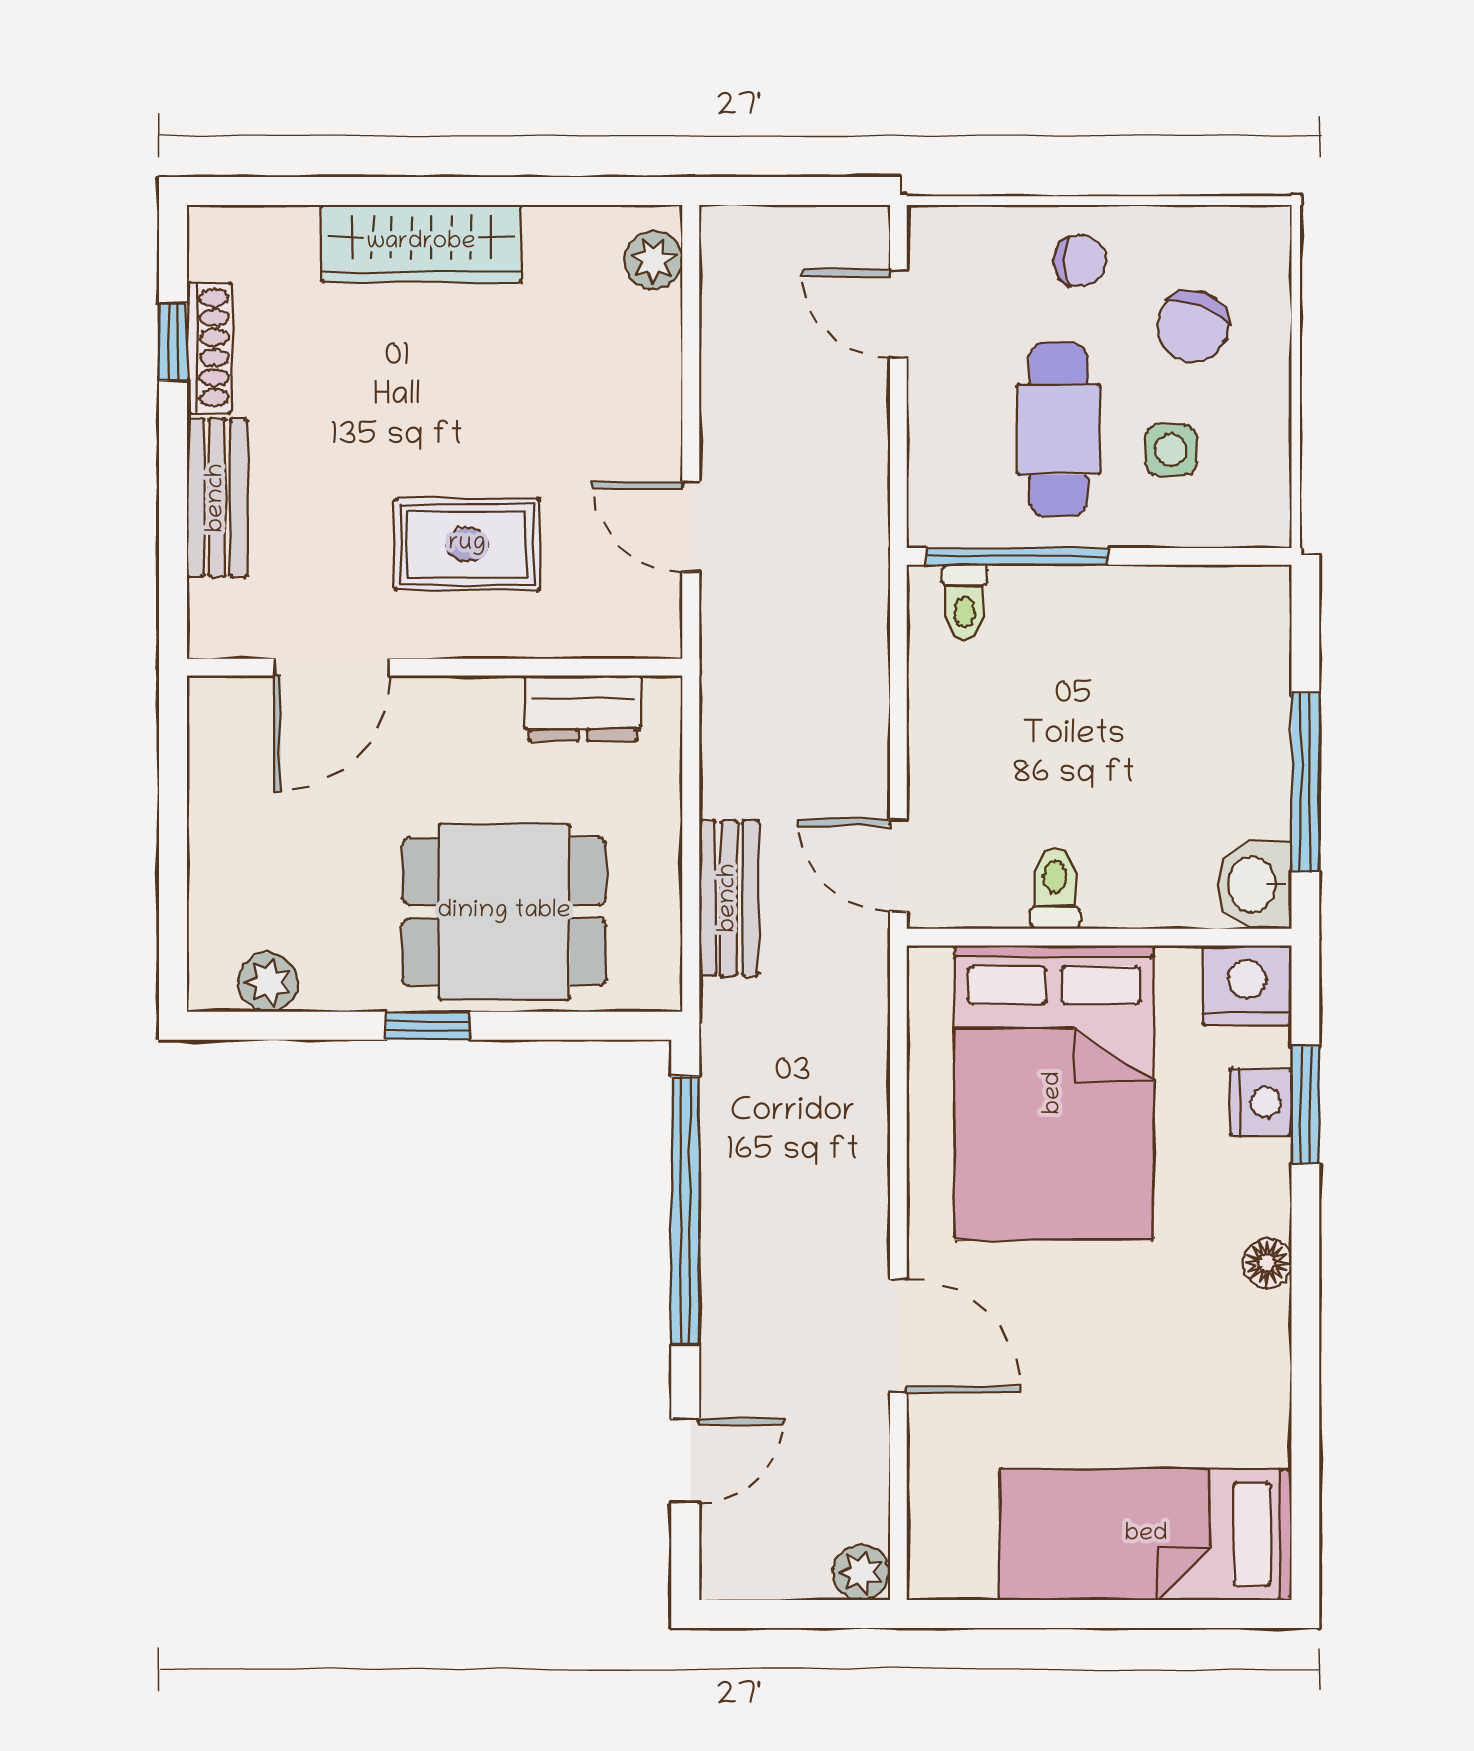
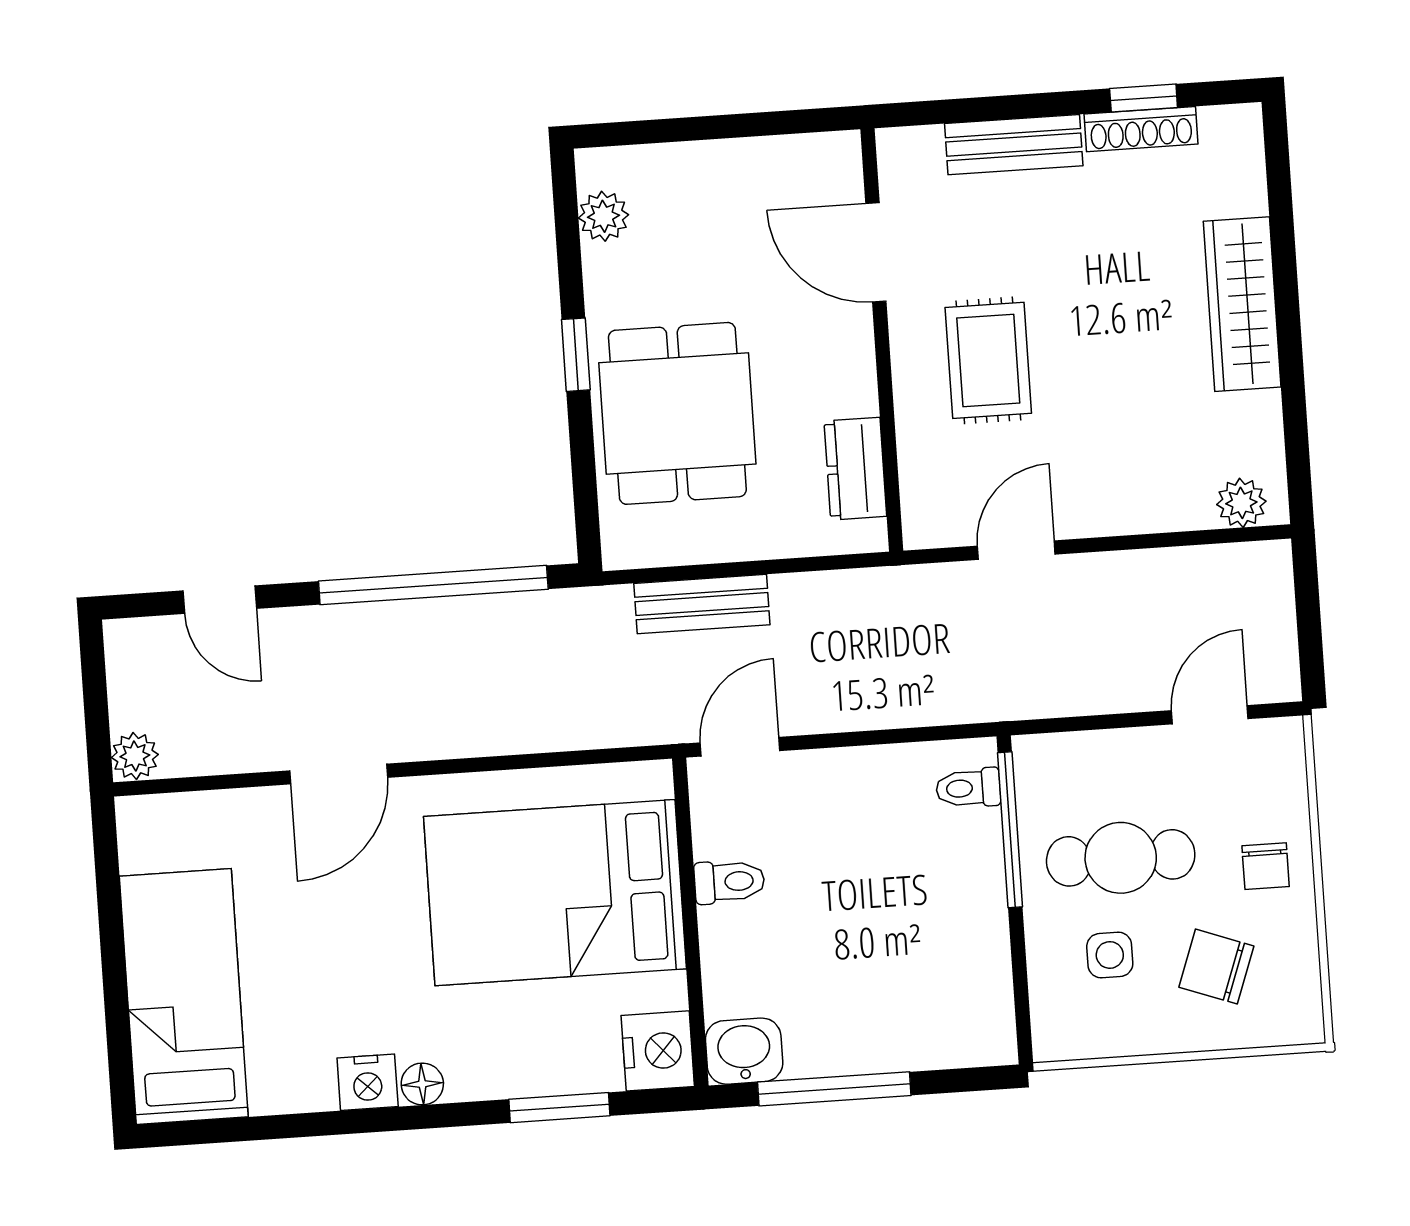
nightstand: (1261, 1102) -> (368, 1082), moved

